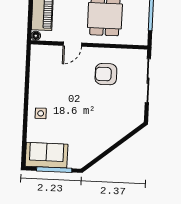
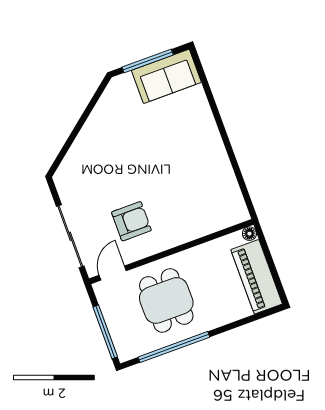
door: (72, 44) -> (113, 273), moved
side table: (41, 113) -> (198, 130), removed

